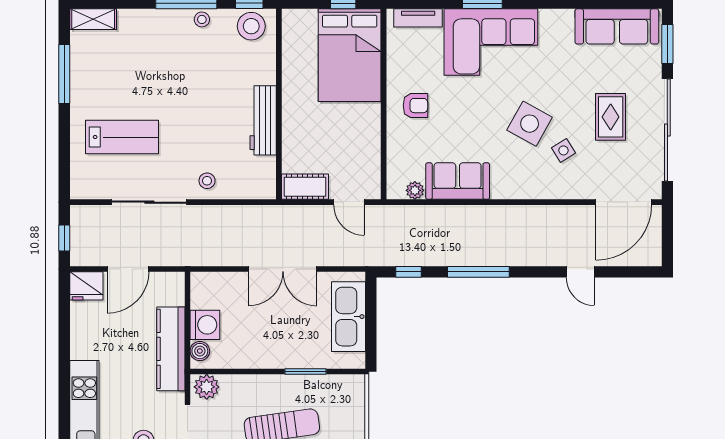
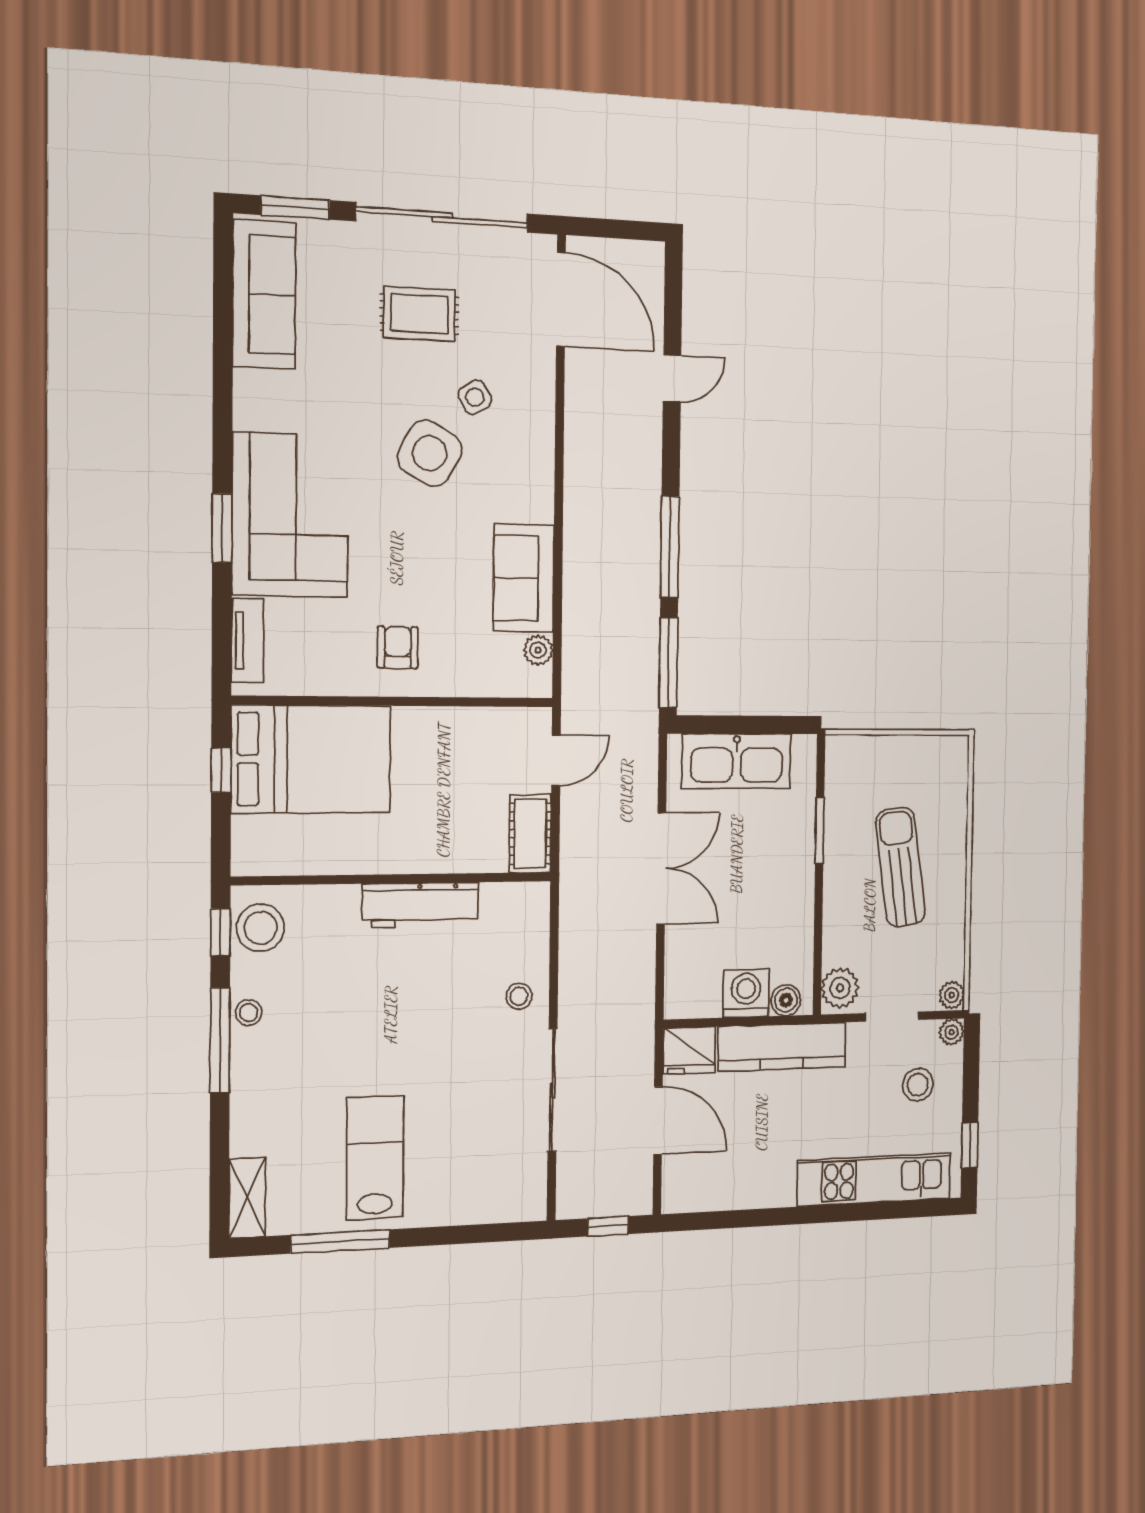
lab bench: (122, 137) -> (375, 1158), moved
window: (408, 272) -> (668, 663), width x2.17
fridge: (86, 286) -> (689, 1050), moved, turned 90

